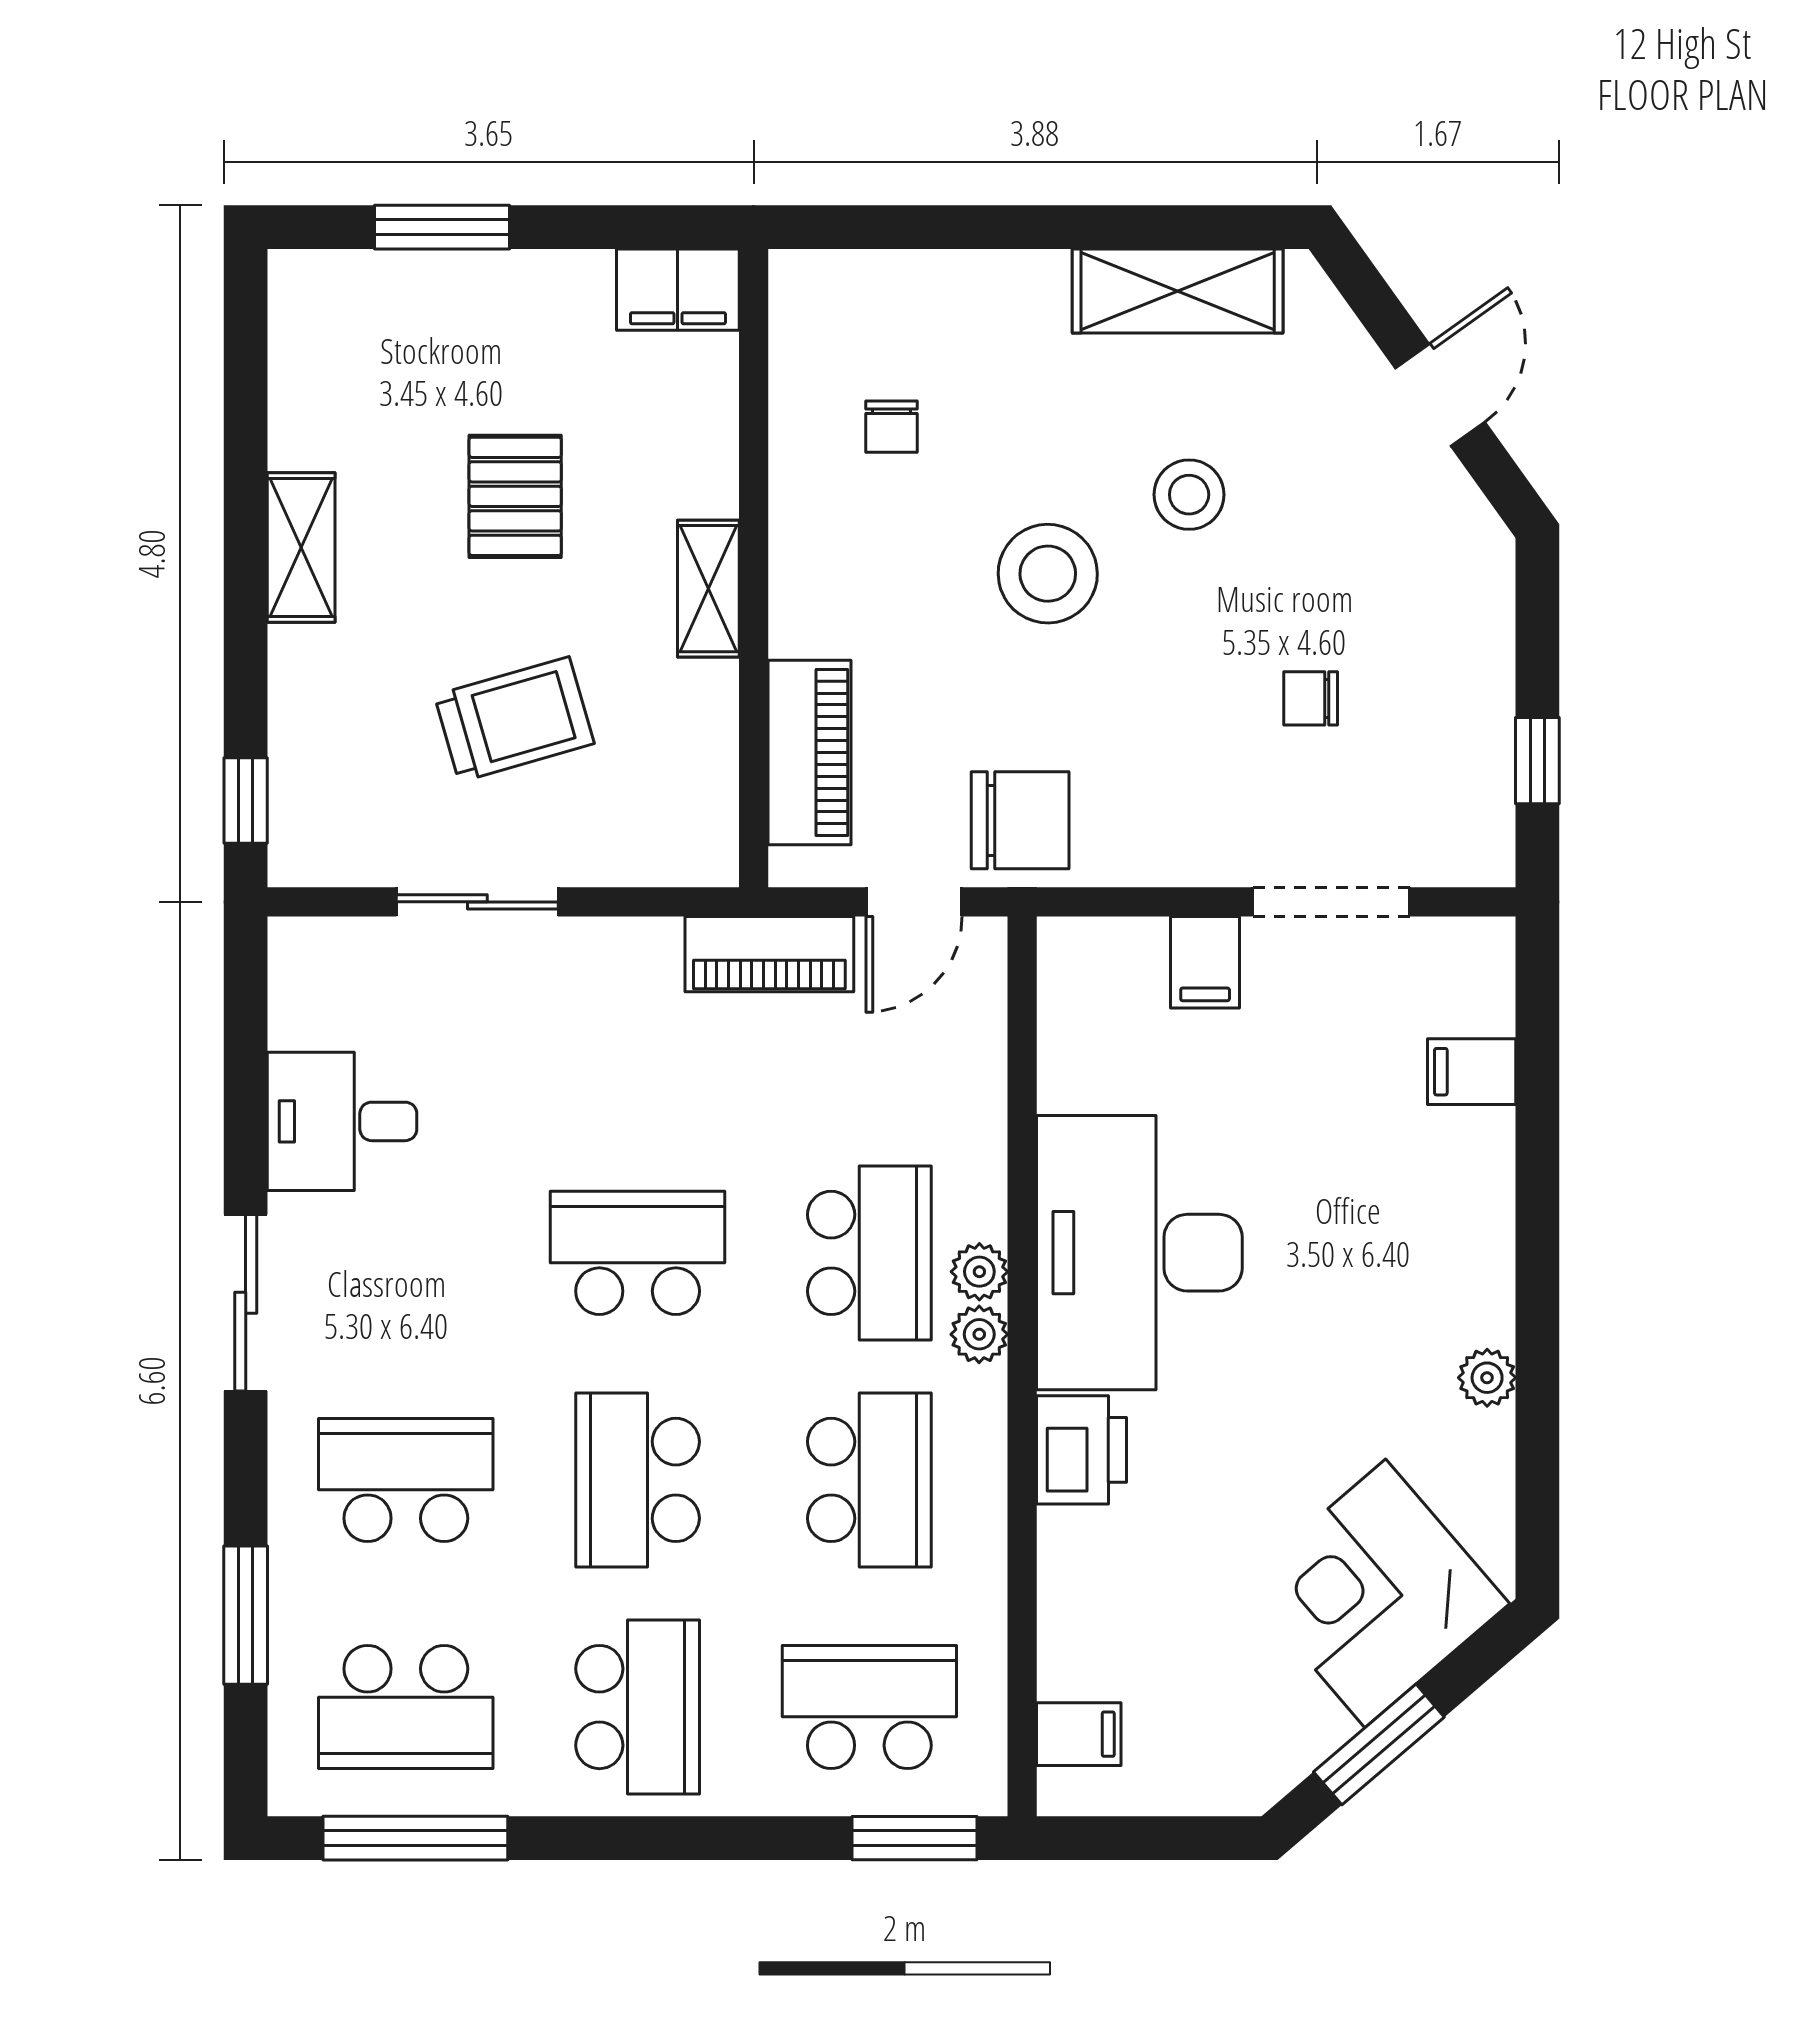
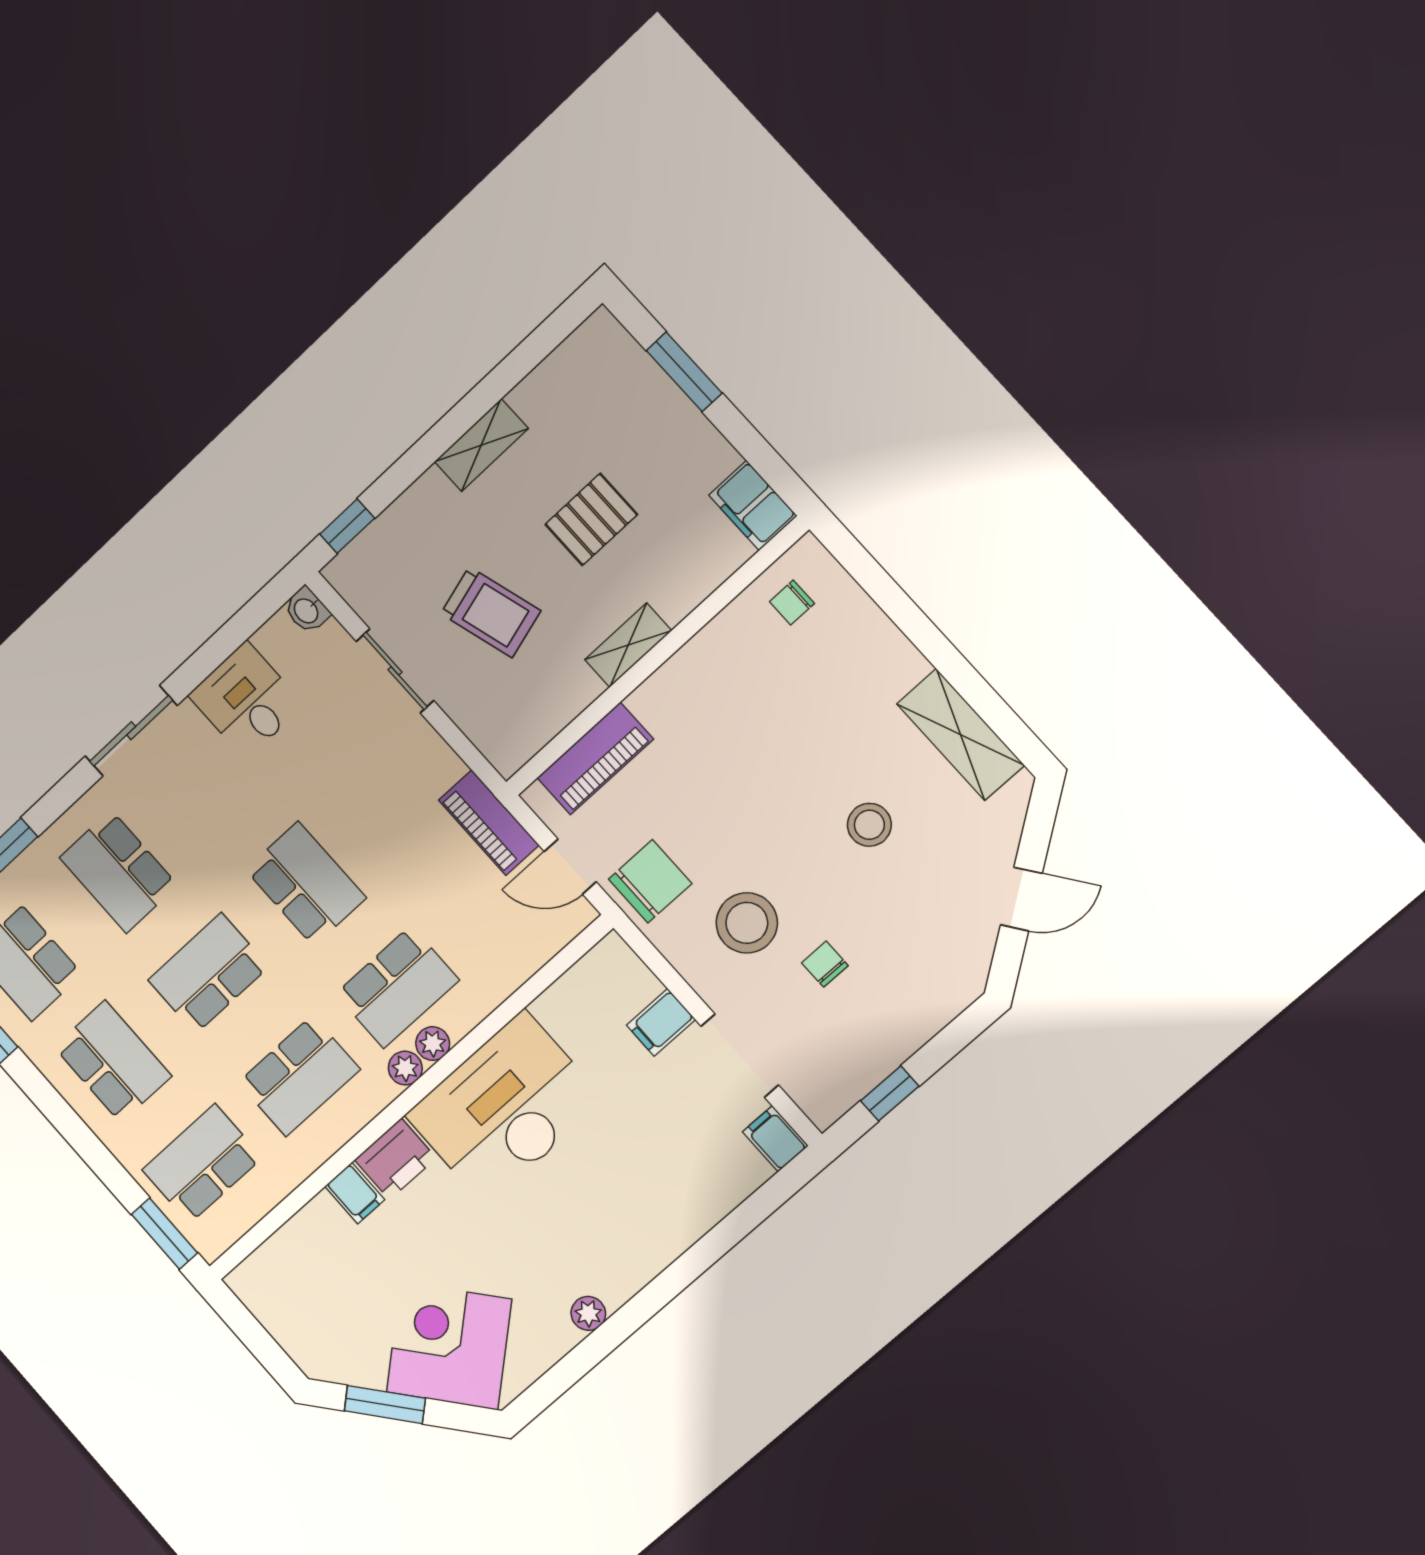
chair: (892, 427) -> (792, 603), moved
stool: (1048, 574) -> (747, 923), moved
chair: (1020, 820) -> (650, 881), turned -90
washbasin: (302, 944) -> (307, 610), added
filing cabinet: (1472, 1072) -> (775, 1139), moved
school desk: (406, 1480) -> (119, 871), turned 180
school desk: (638, 1707) -> (113, 1062), turned -90
school desk: (869, 1707) -> (202, 1164), turned -90
filing cabinet: (1079, 1734) -> (355, 1193), moved

